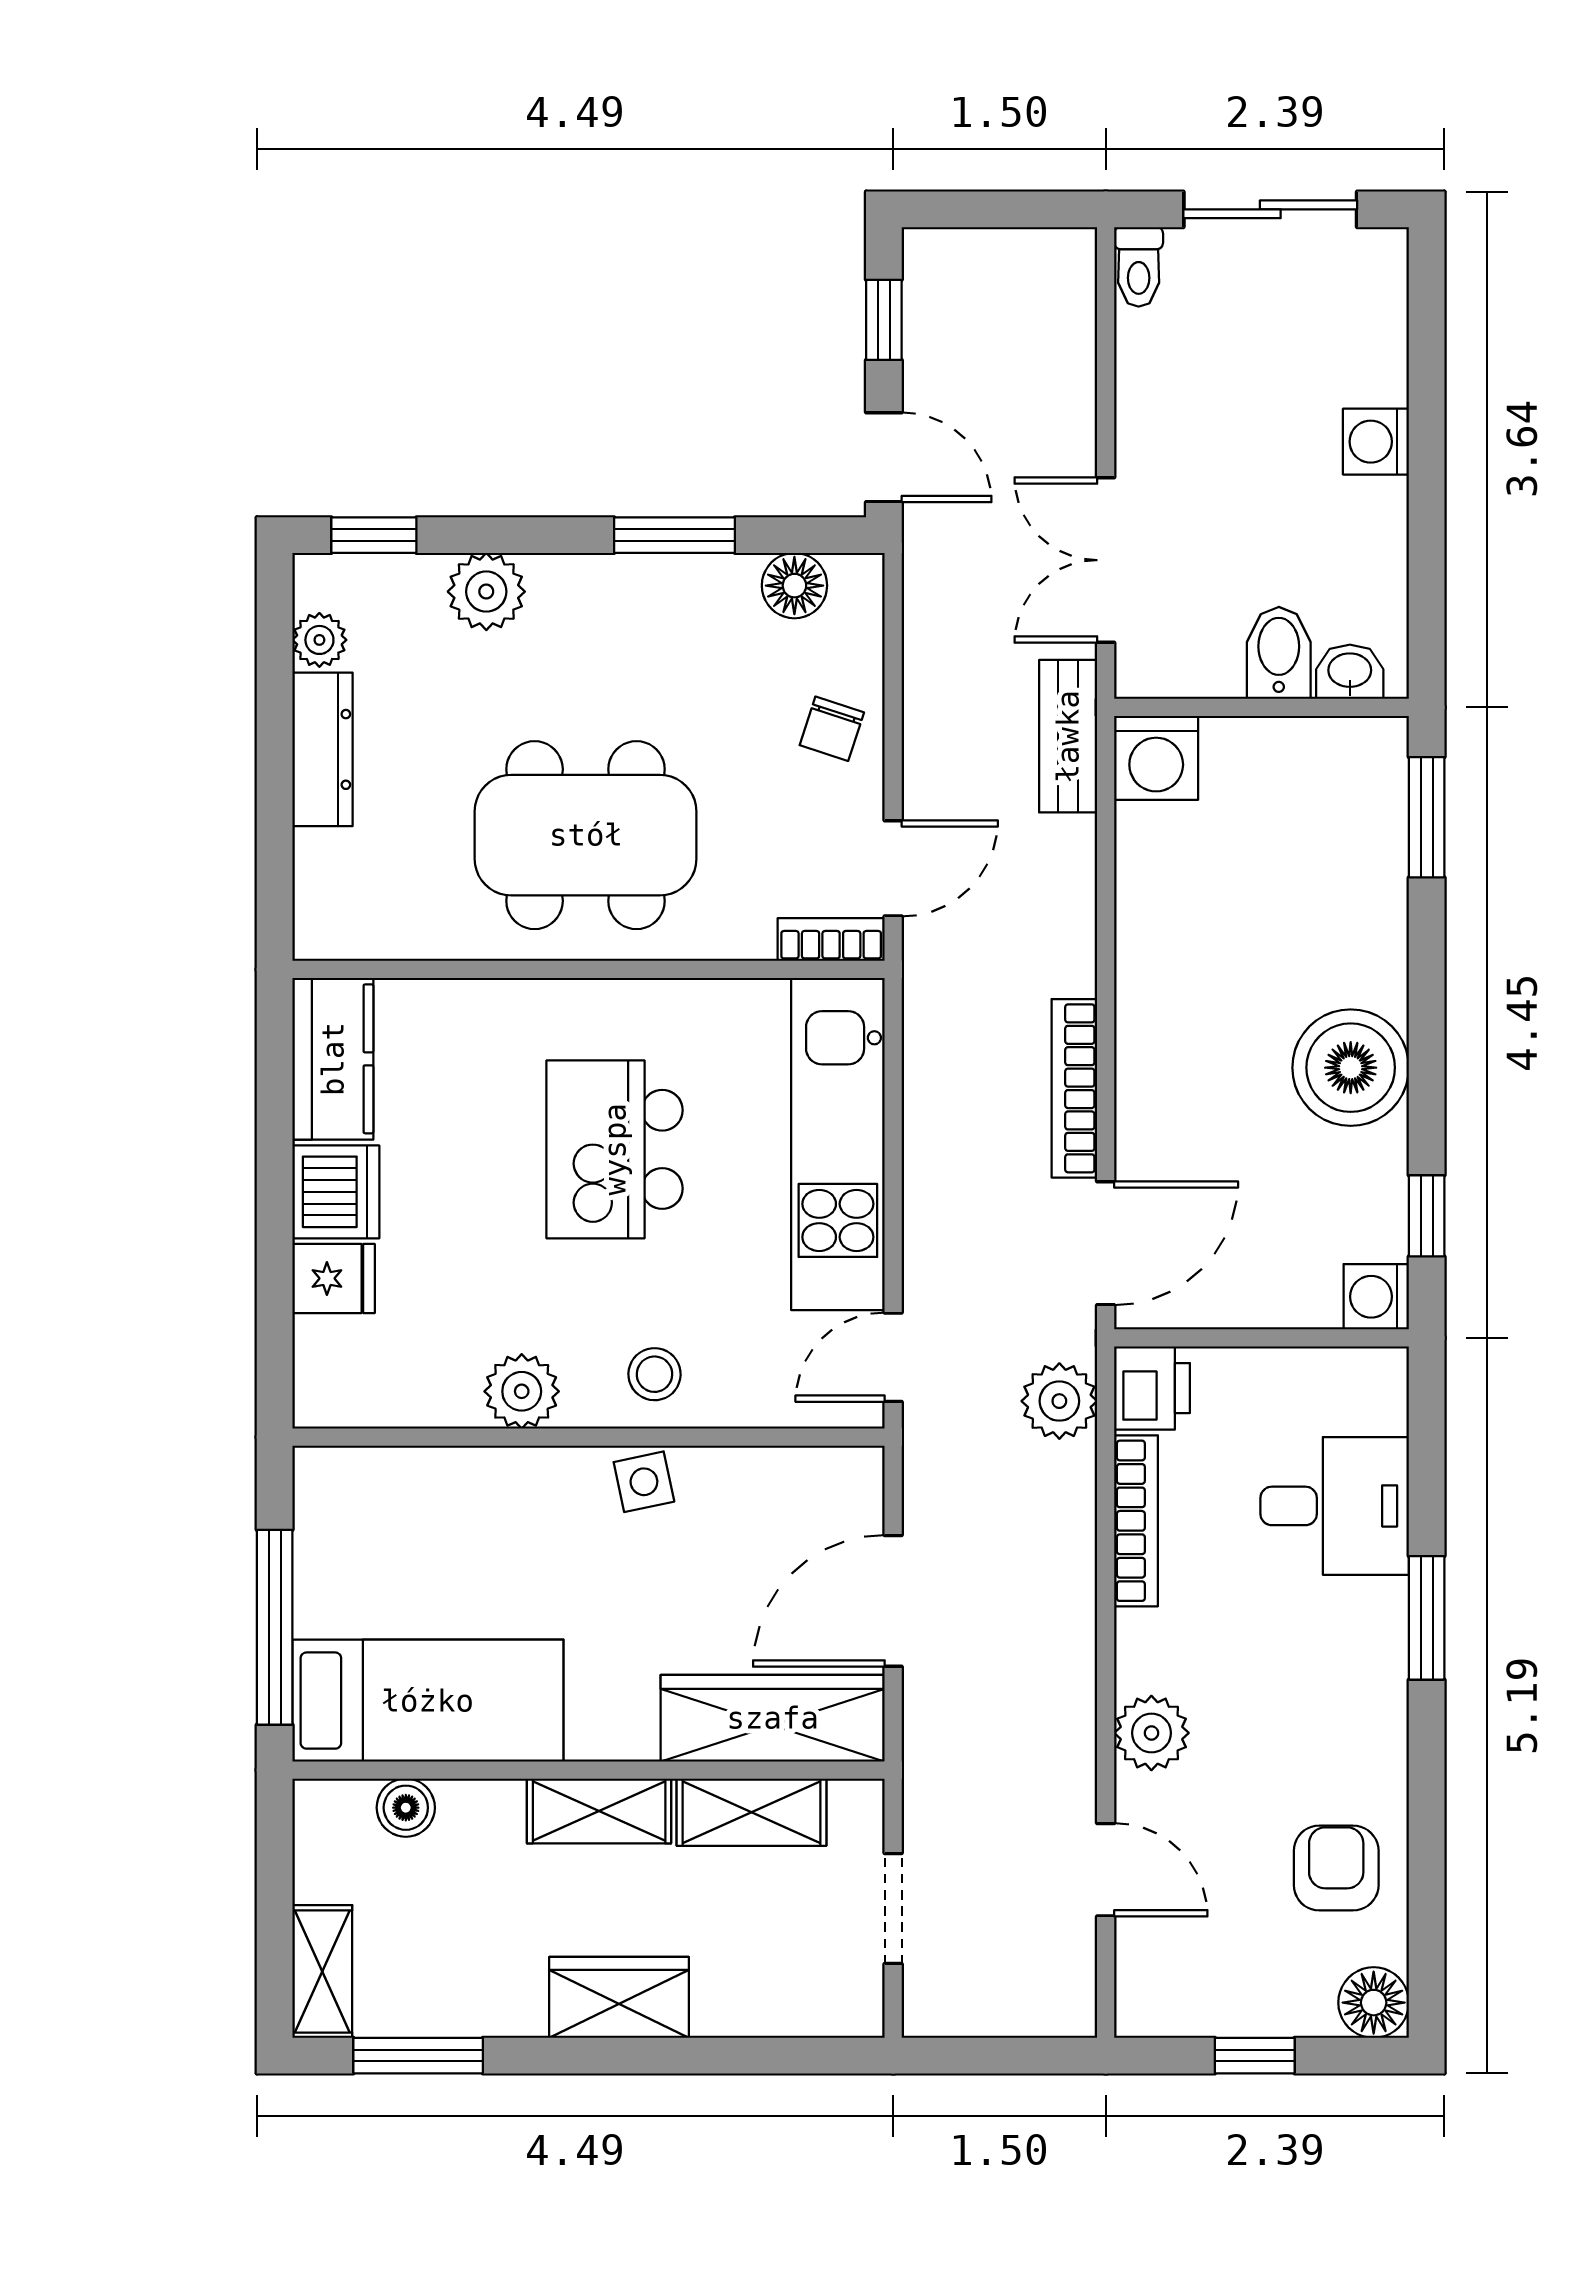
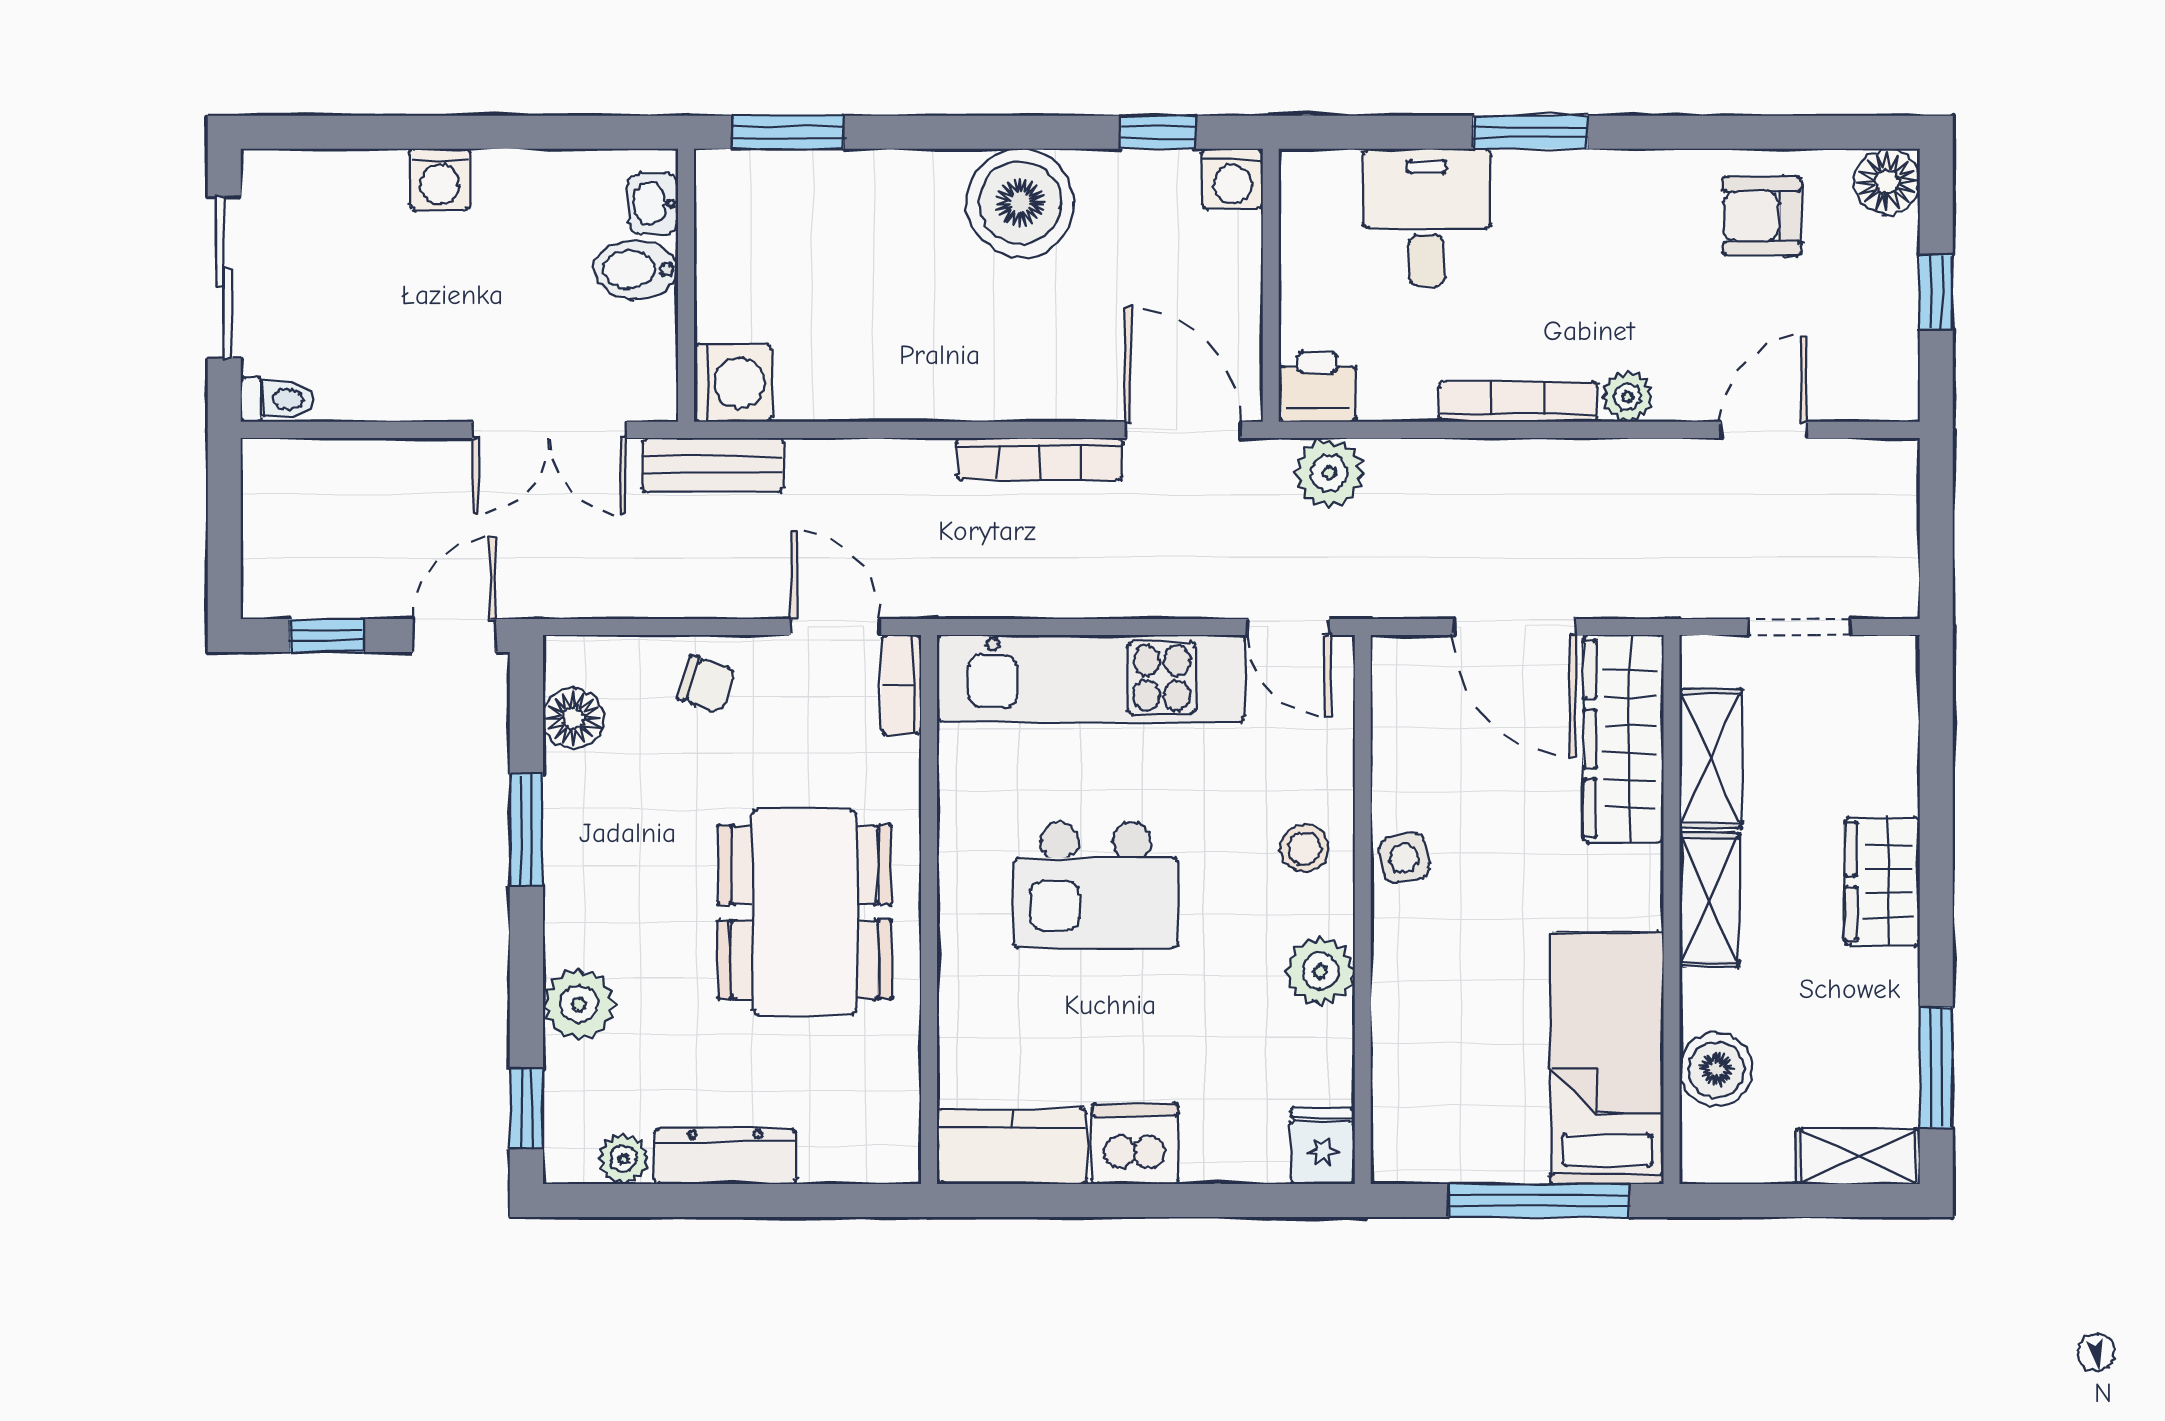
fridge: (334, 1278) -> (1323, 1146), moved
bookcase: (1136, 1521) -> (1518, 402), moved
plant: (1151, 1733) -> (1628, 397), width x0.73, depth x0.73
boiler: (406, 1808) -> (1716, 1069), width x1.36, depth x1.36

